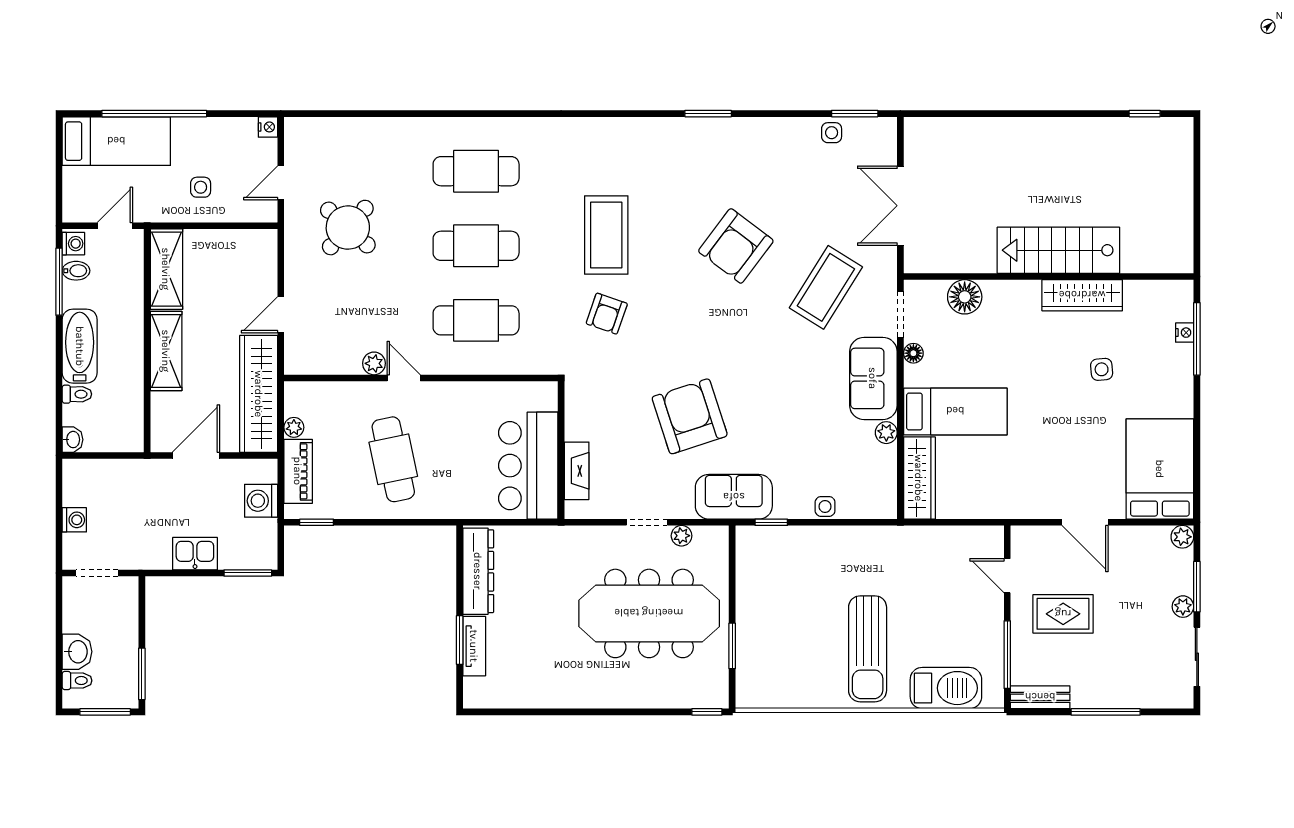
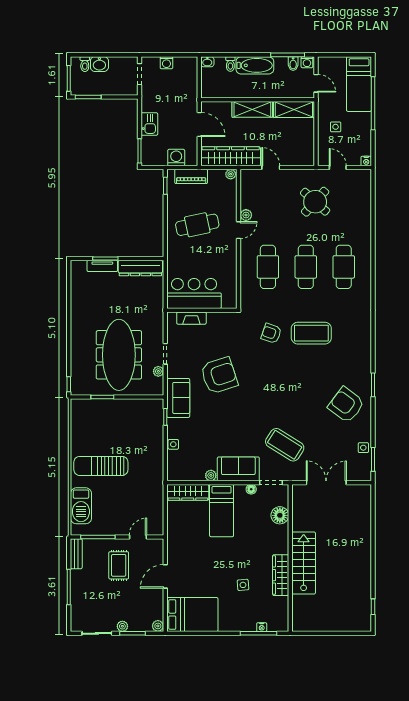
armchair: (736, 246) -> (346, 405), moved
plant: (294, 427) -> (231, 174), moved

